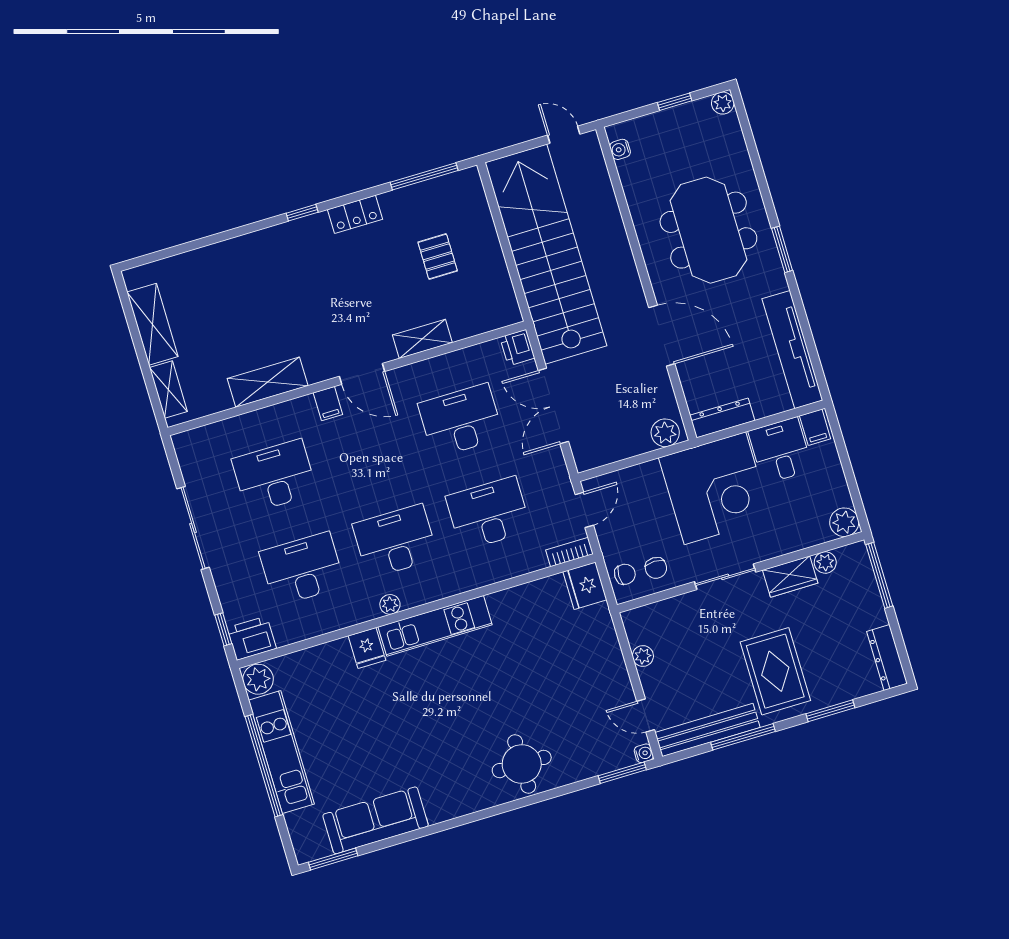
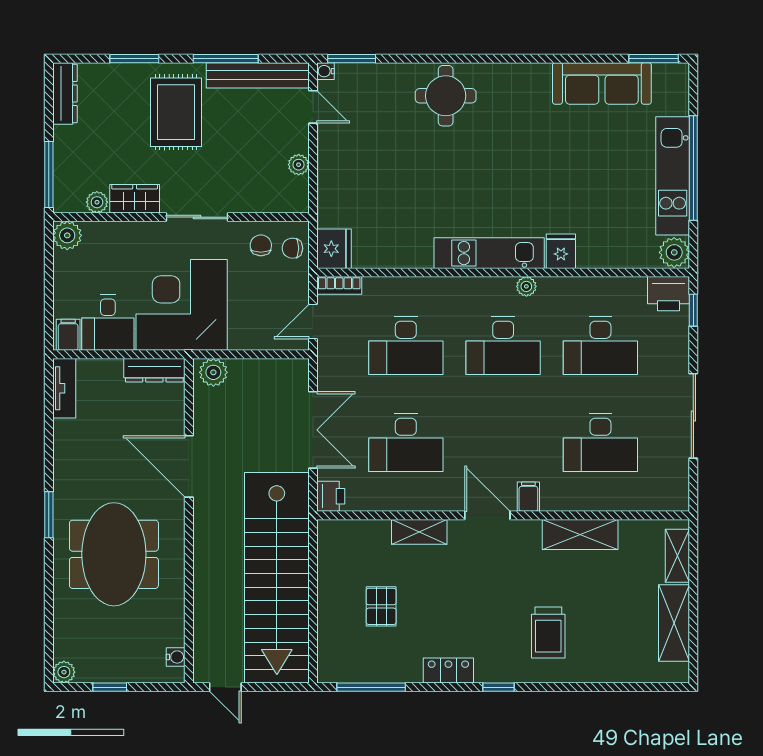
trolley: (270, 279) -> (548, 633), added
tv unit: (792, 350) -> (64, 388), width x0.52, depth x0.78

